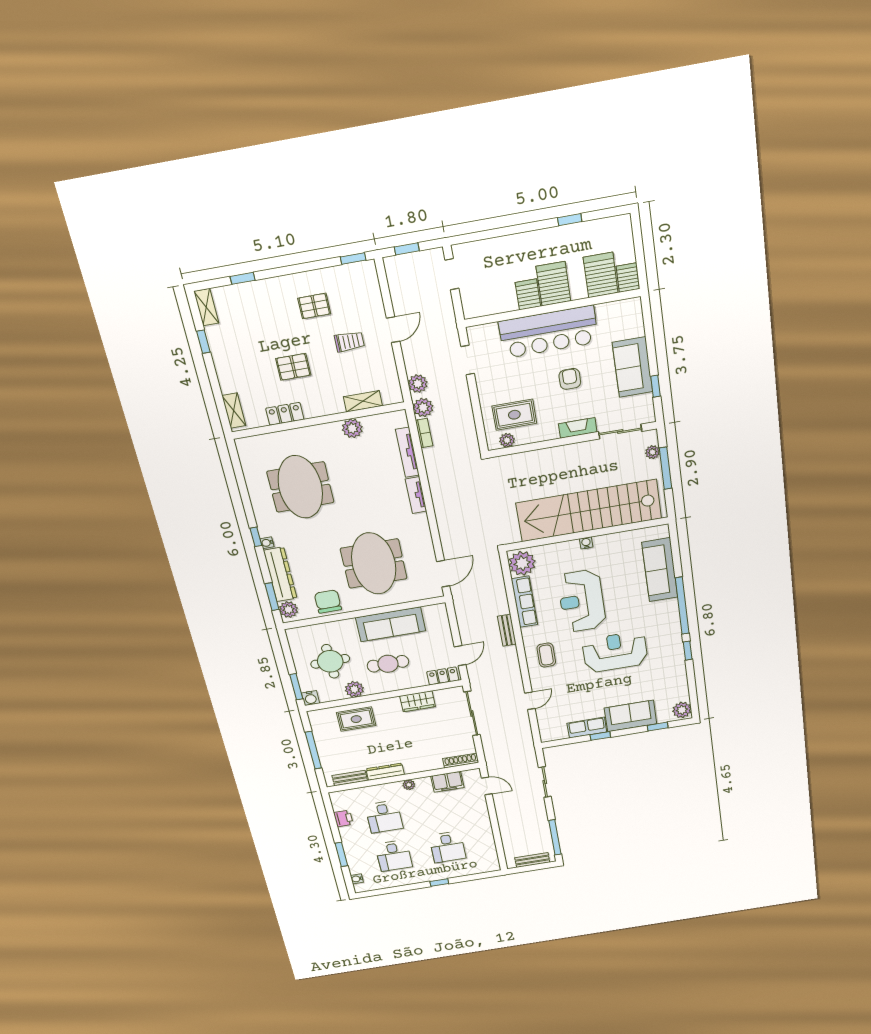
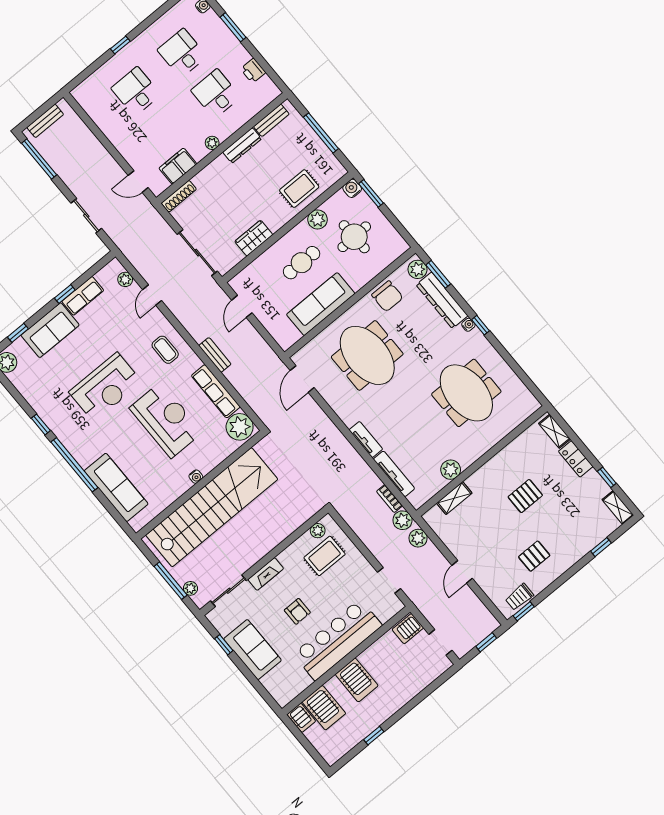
server rack: (528, 294) -> (408, 629), moved, turned 90
trolley: (349, 342) -> (519, 597), moved
locker: (285, 414) -> (576, 459), moved, turned 90
locker: (443, 676) -> (246, 277), removed
plant: (544, 723) -> (125, 279), added

